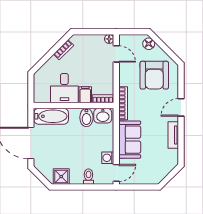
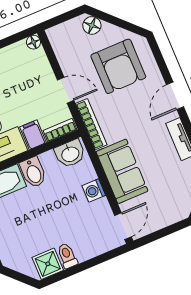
door: (116, 54) -> (66, 90), moved
bidet: (86, 118) -> (33, 172), moved
washing machine: (108, 158) -> (94, 191), moved
toilet: (88, 177) -> (67, 256), moved

